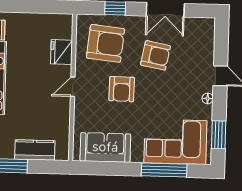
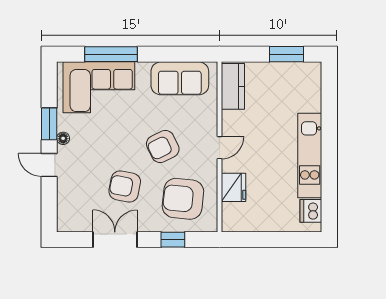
armchair: (122, 89) -> (163, 146), turned -117
window: (219, 135) -> (49, 124), moved
kitchen counter: (35, 150) -> (233, 86), moved, turned -90

